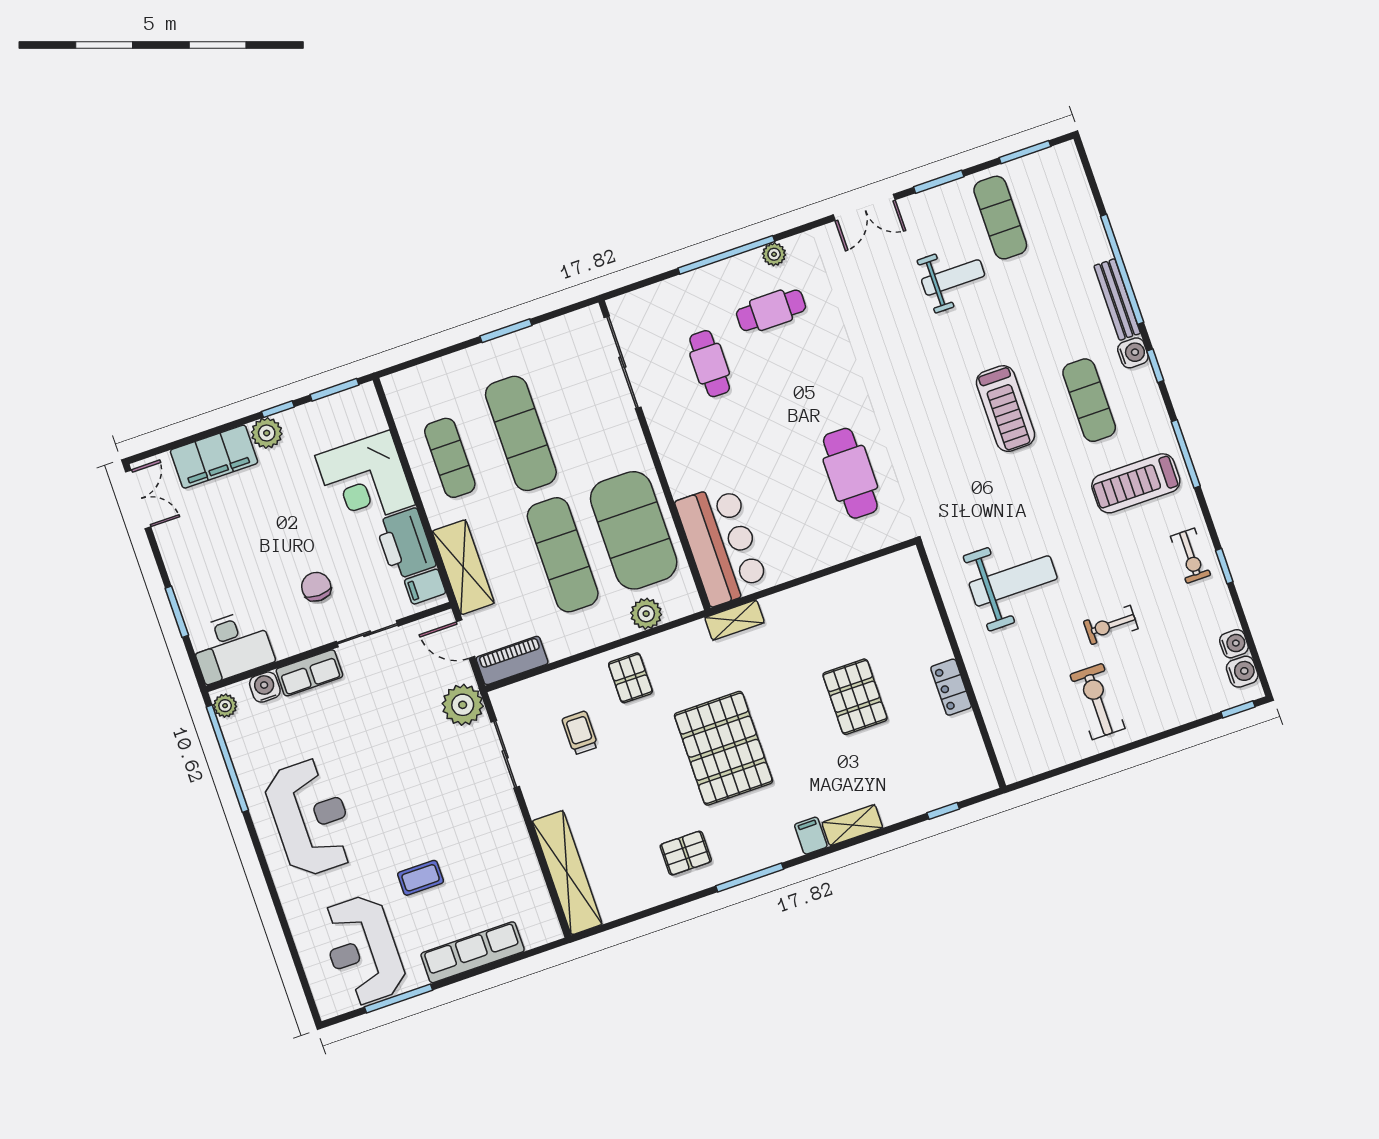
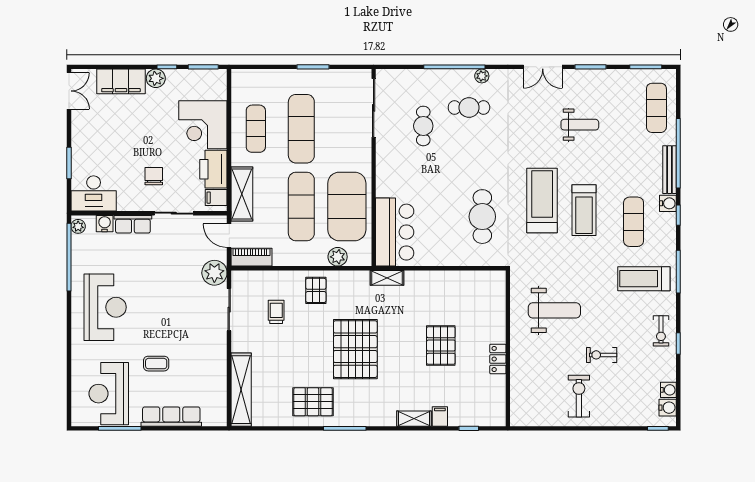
exercise mat: (1000, 218) -> (656, 108), moved
treadmill: (935, 416) -> (542, 200), added
filing cabinet: (811, 836) -> (440, 416), moved
pallet: (686, 853) -> (313, 402), width x1.50, depth x1.42

